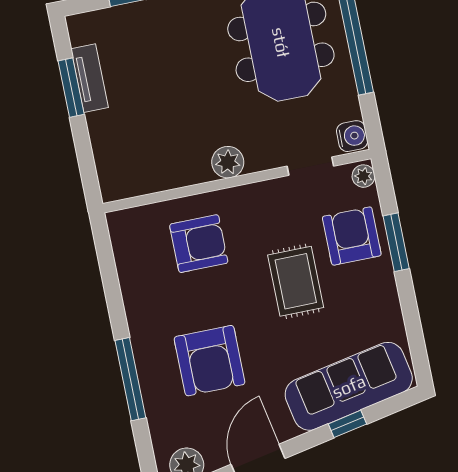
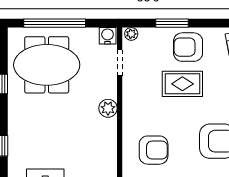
armchair: (352, 236) -> (188, 47), moved
armchair: (199, 244) -> (154, 150), moved, turned 90

